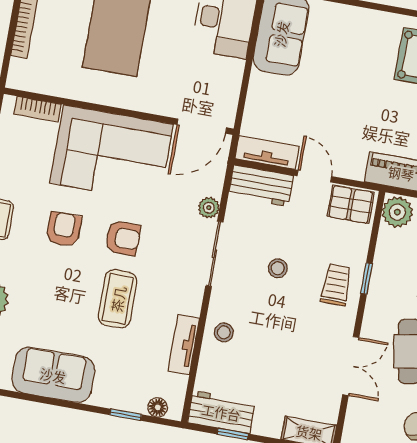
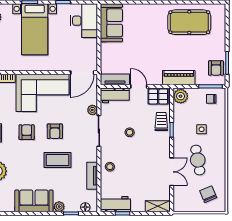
armchair: (123, 238) -> (55, 131), turned 90
trolley: (336, 285) -> (161, 121), moved
coffee table: (118, 299) -> (57, 160), turned 90
plant: (104, 396) -> (59, 207), added

